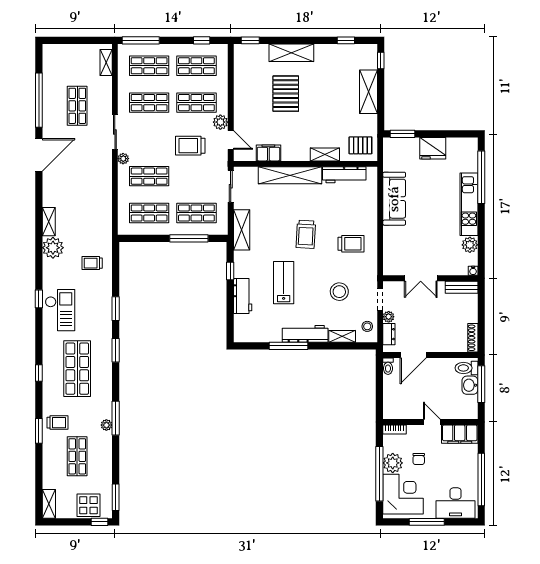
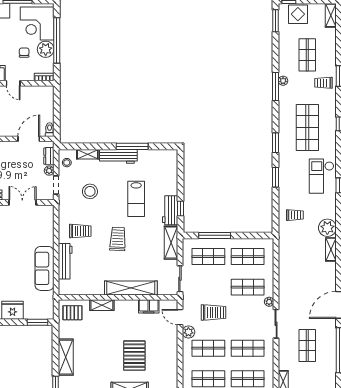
workbench: (344, 175) -> (65, 261), moved, turned 90
trolley: (351, 244) -> (80, 231), turned 180
workbench: (243, 296) -> (170, 210), moved

